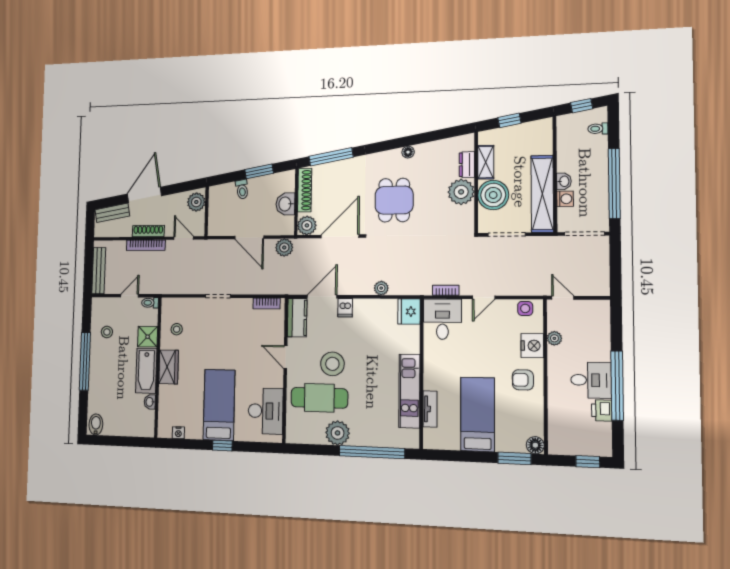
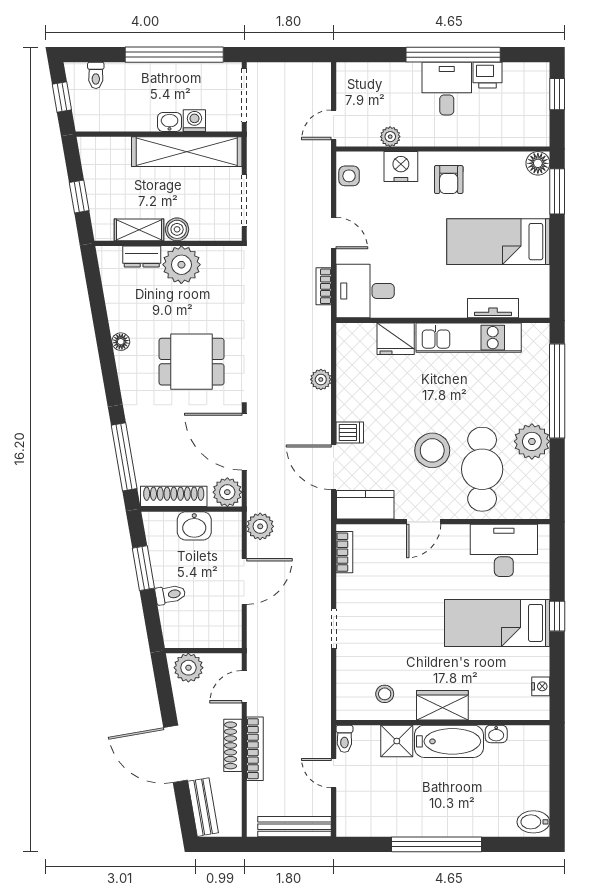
boiler: (493, 195) -> (177, 229), width x0.54, depth x0.54
fridge: (409, 311) -> (396, 339), moved
stool: (107, 332) -> (390, 809), removed

